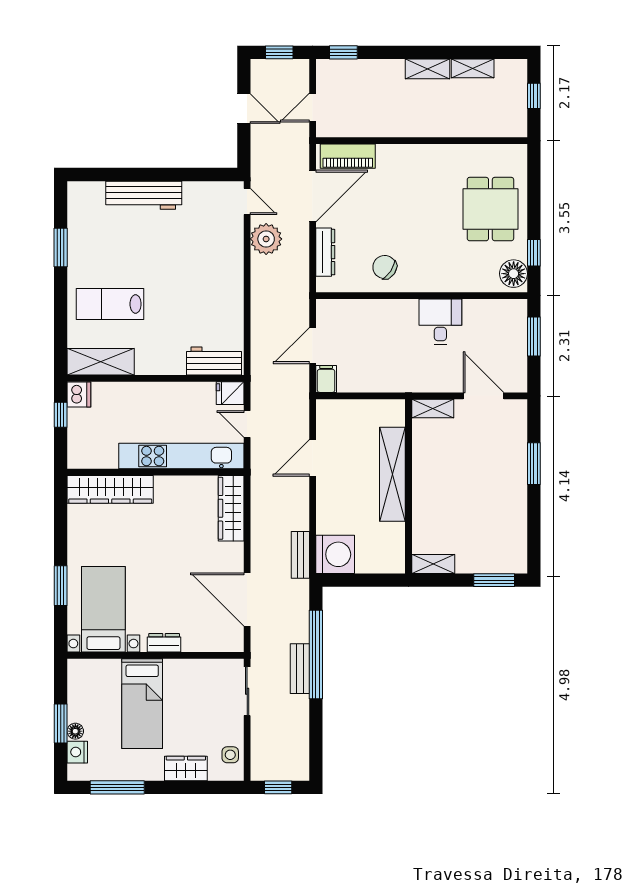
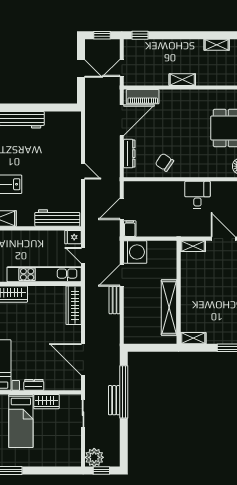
shelving: (428, 69) -> (182, 80), moved
door: (247, 201) -> (83, 171), moved
plant: (266, 239) -> (94, 457), moved
workbench: (214, 361) -> (57, 218), width x1.38
shelving: (392, 474) -> (169, 308), moved
washing machine: (335, 554) -> (135, 252), moved
bench: (300, 555) -> (115, 300), moved
side table: (230, 755) -> (73, 451), removed
wardrobe: (186, 768) -> (46, 402), moved, turned 180

